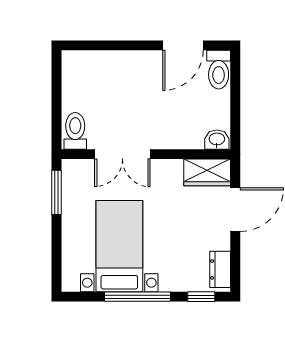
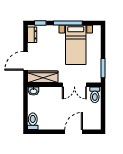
door: (183, 45) -> (74, 132), moved
double door: (122, 154) -> (74, 85), swing flipped
wardrobe: (207, 172) -> (43, 77), width x1.50

